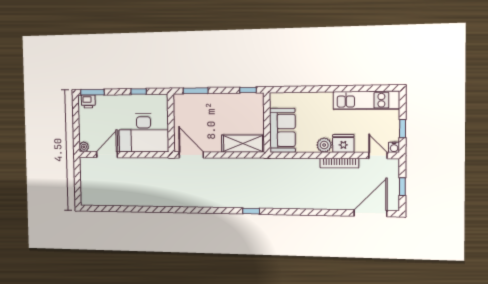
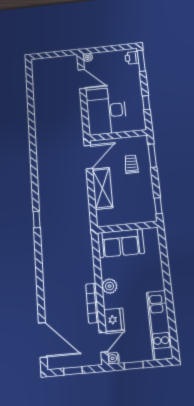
trolley: (203, 113) -> (131, 164), added
fridge: (343, 143) -> (114, 320), moved
shelving: (243, 144) -> (102, 188), moved

